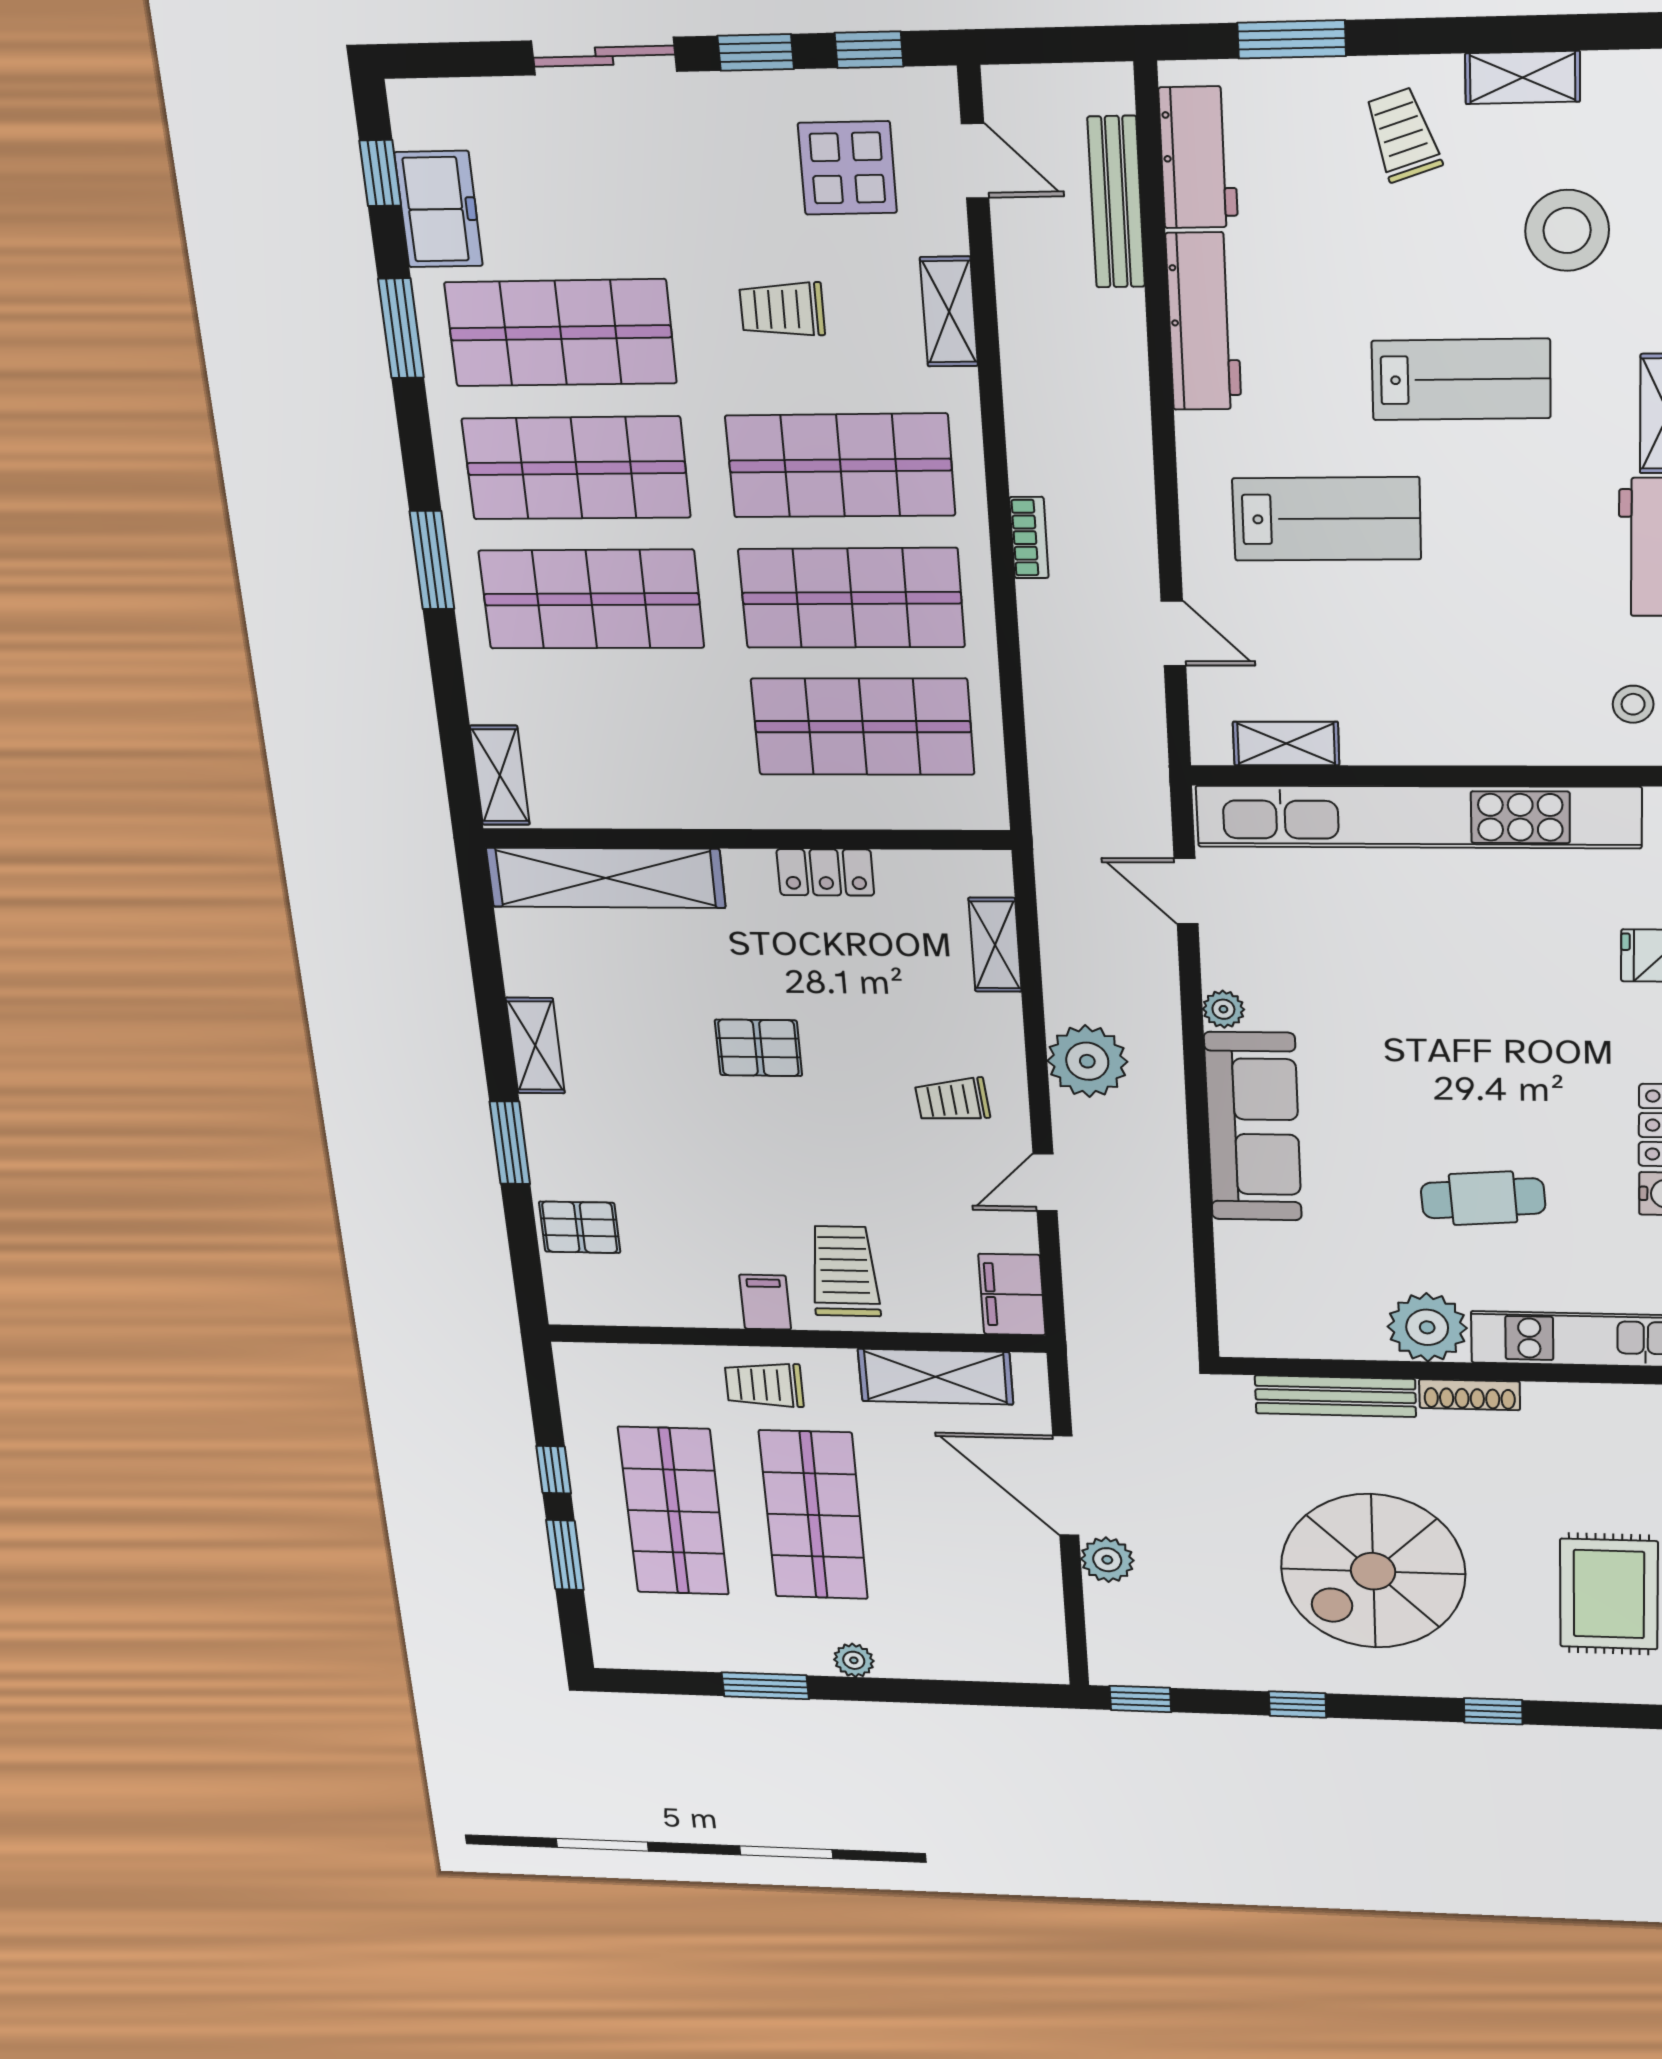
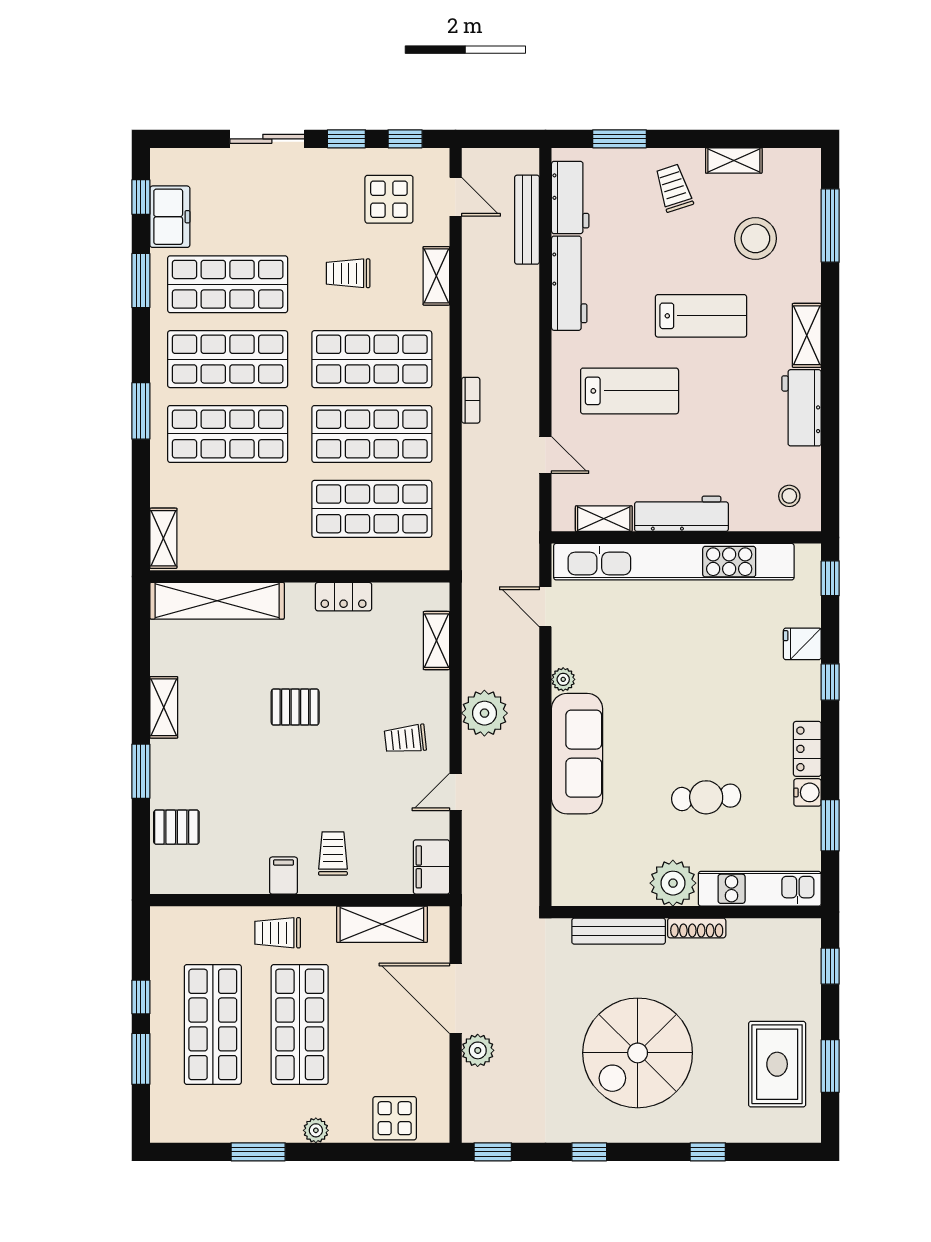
workbench: (1430, 735) -> (681, 514), added
trolley: (844, 1271) -> (333, 853), width x0.73, depth x0.72
display table: (979, 1648) -> (395, 1118), added

